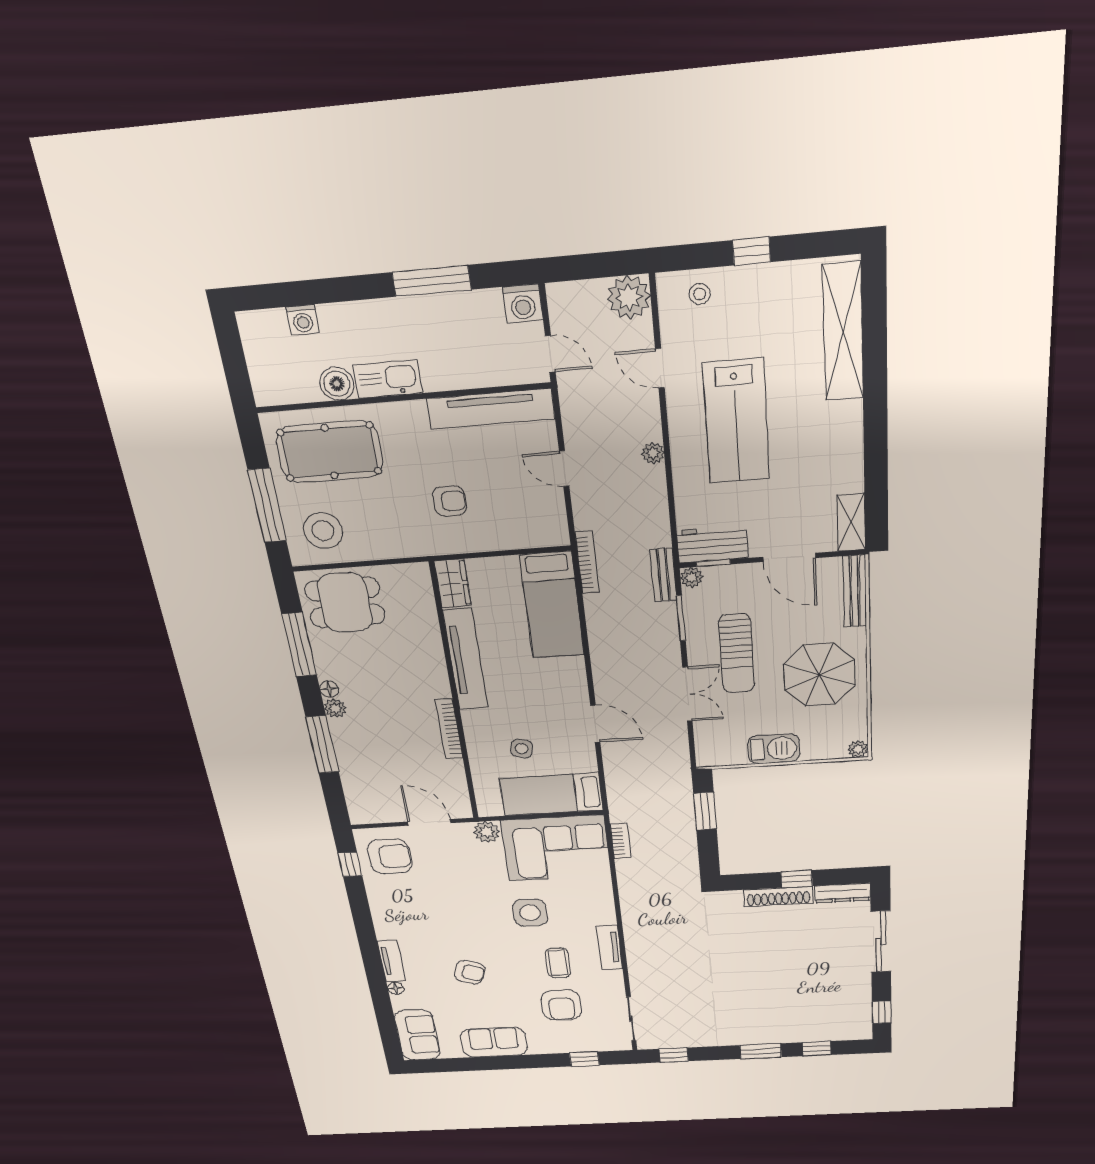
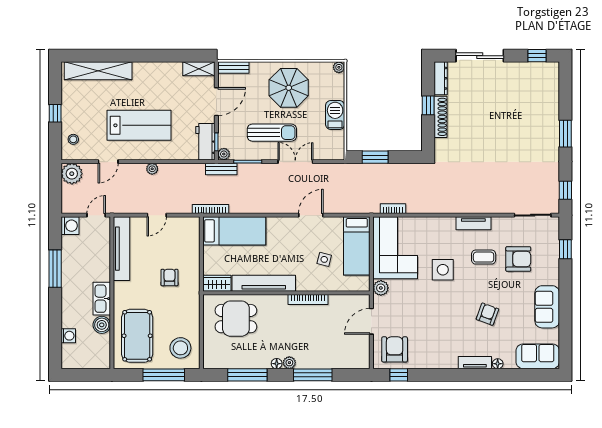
bench: (855, 591) -> (233, 67), width x0.73
dining table: (345, 603) -> (236, 319), moved, turned 90
window: (817, 1049) -> (565, 97), removed

